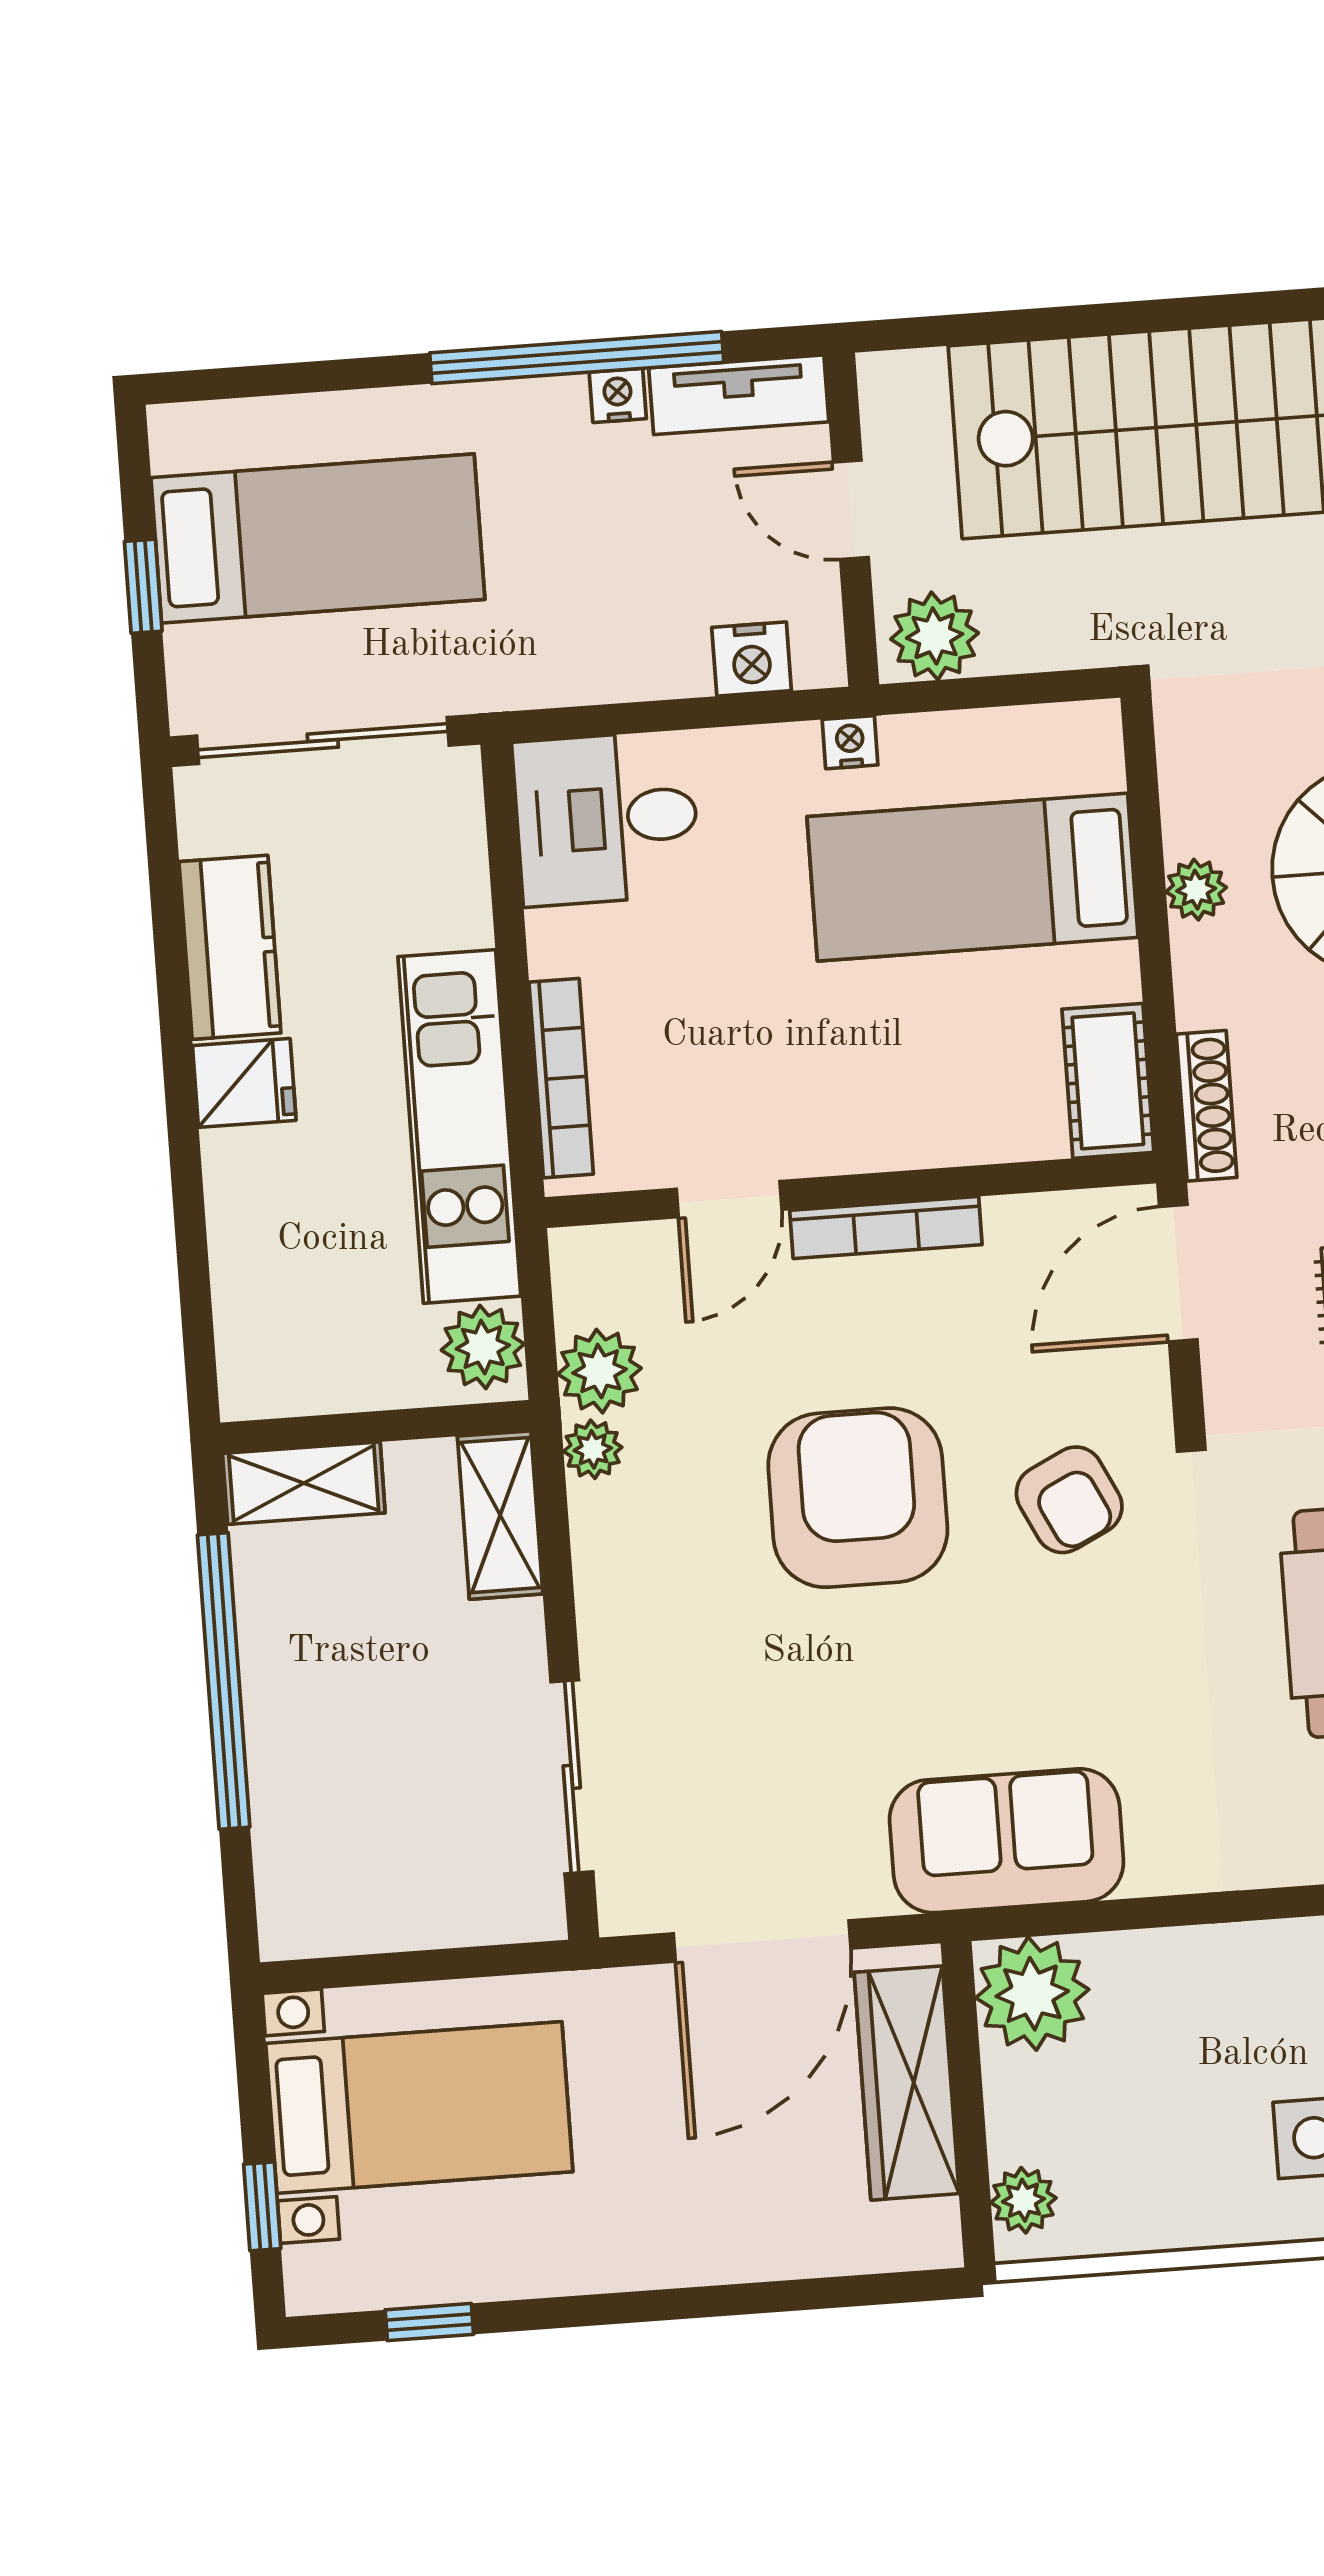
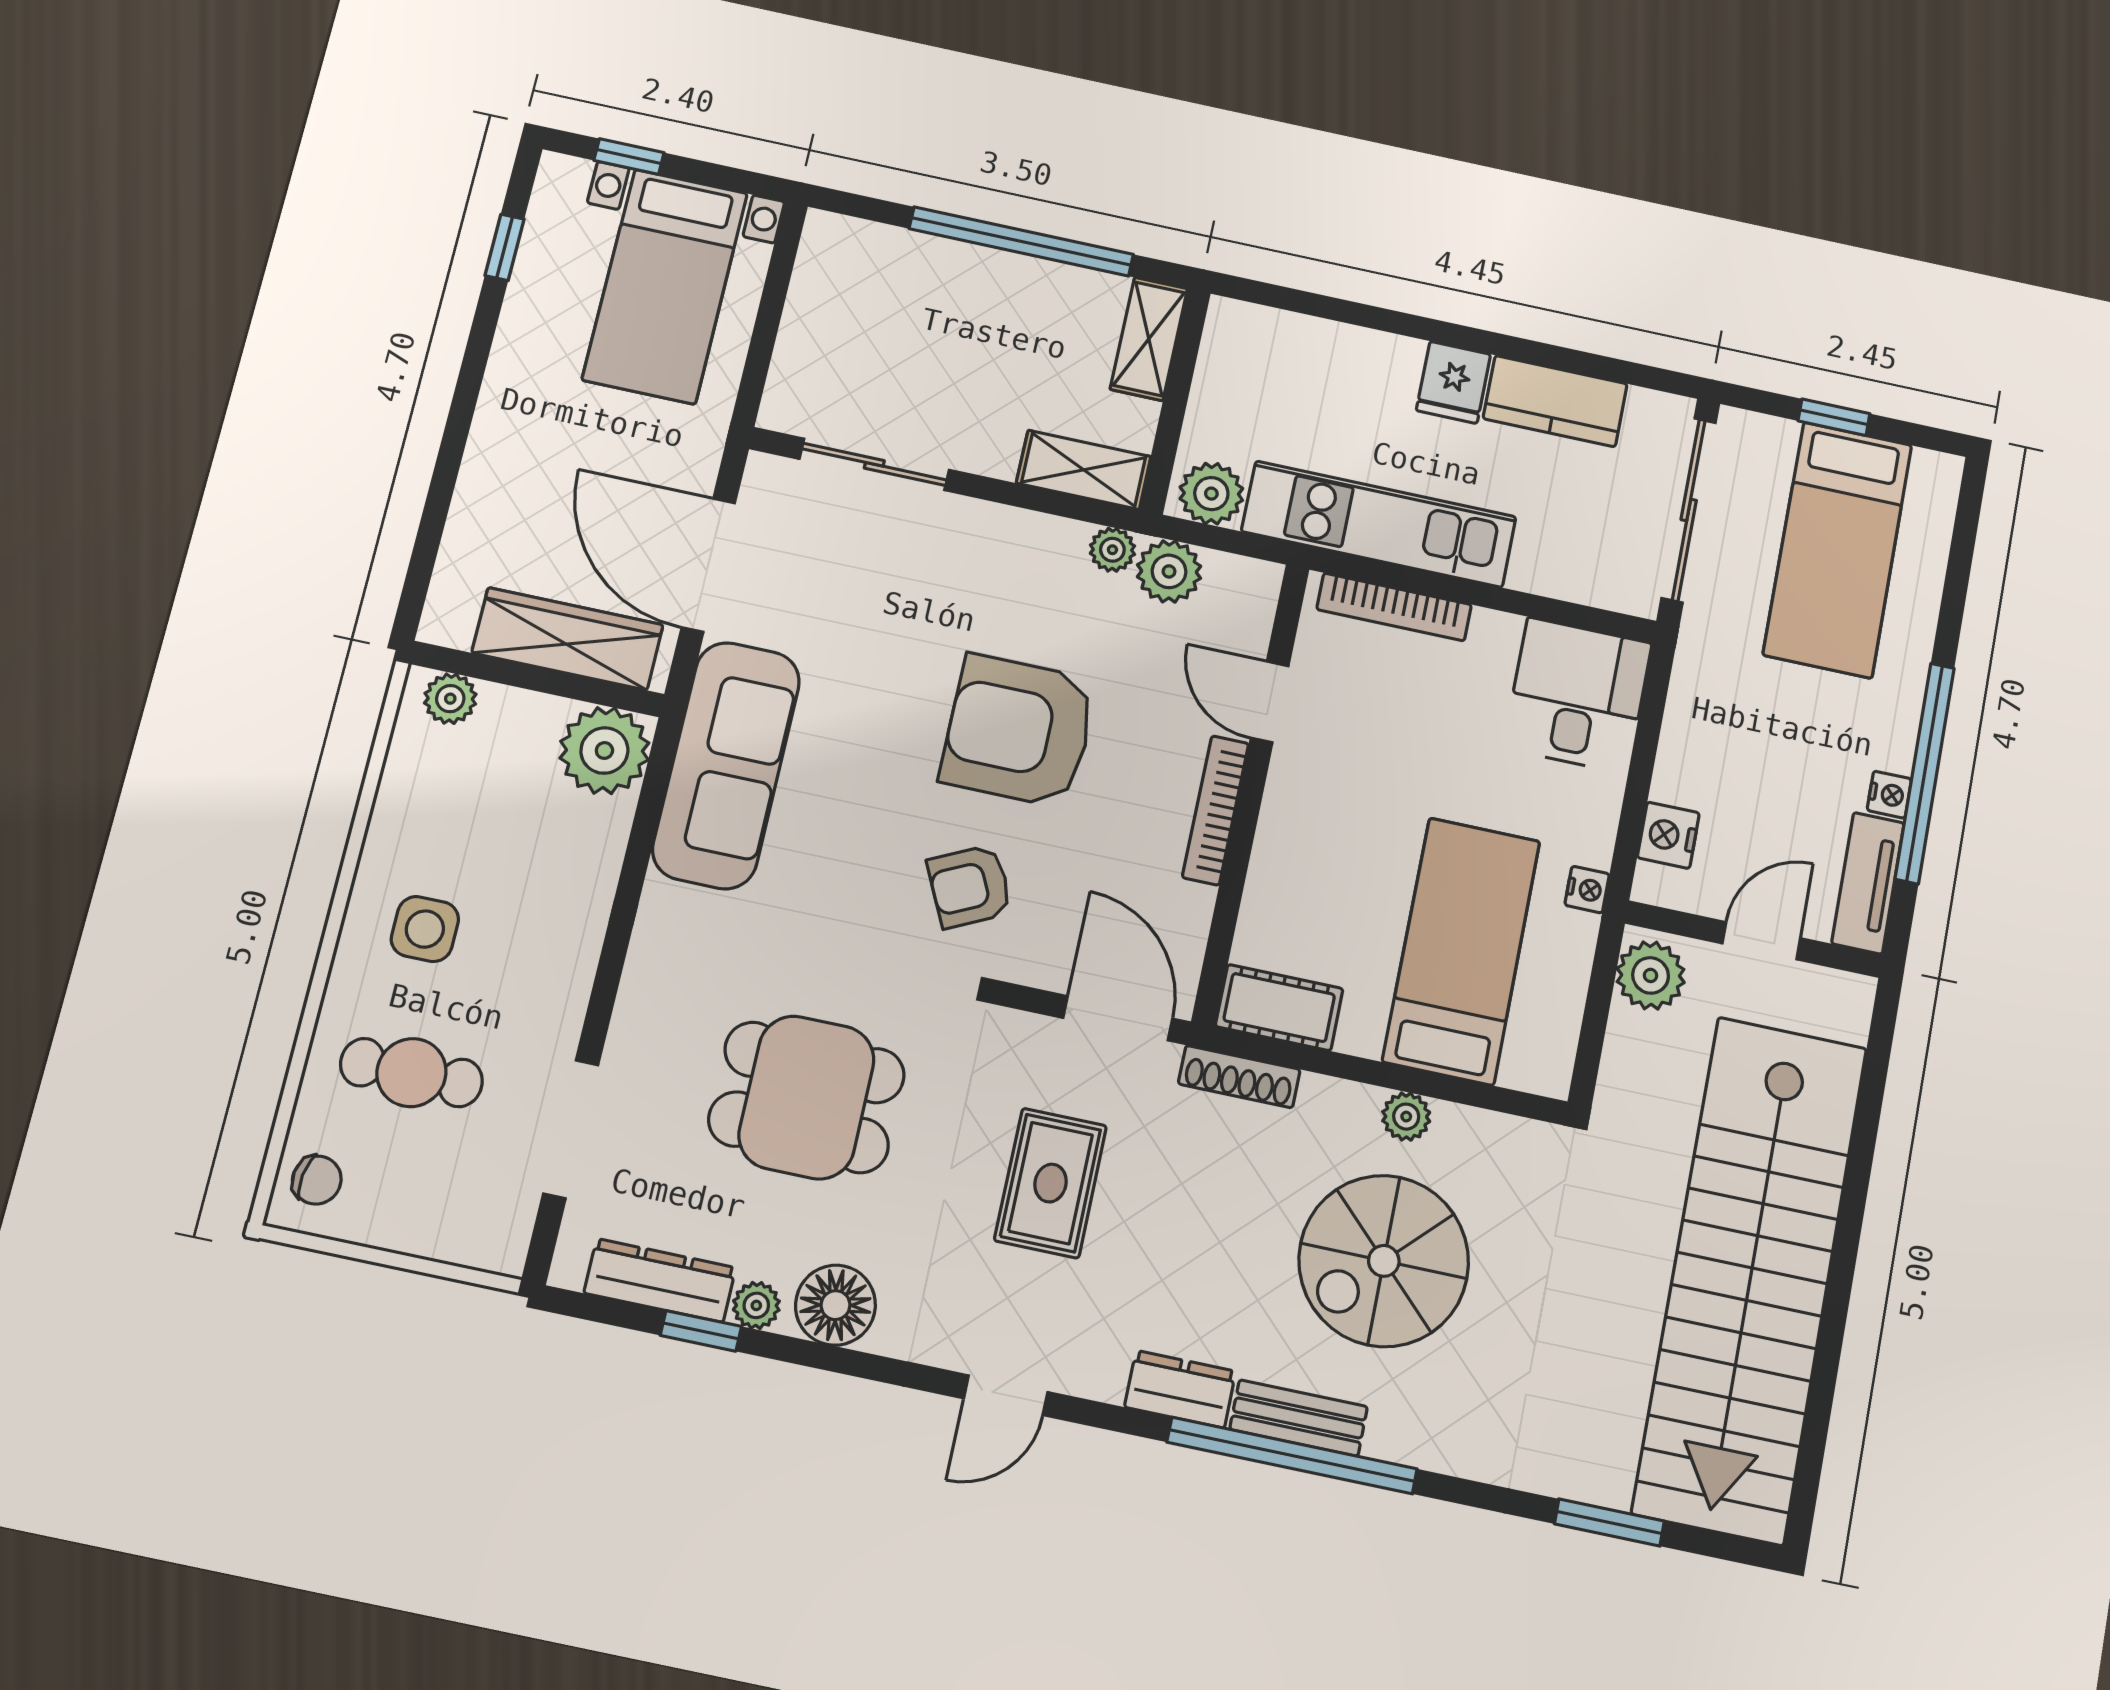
armchair: (858, 1498) -> (1019, 731), turned 180
sofa: (1007, 1841) -> (726, 765), width x1.36

